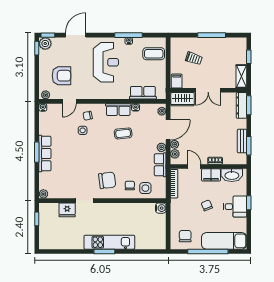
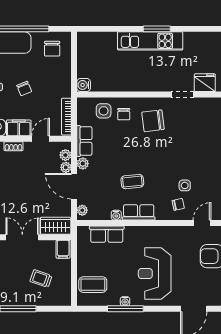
door: (168, 130) -> (74, 186), hinge flipped
door: (194, 166) -> (41, 139), swing flipped

